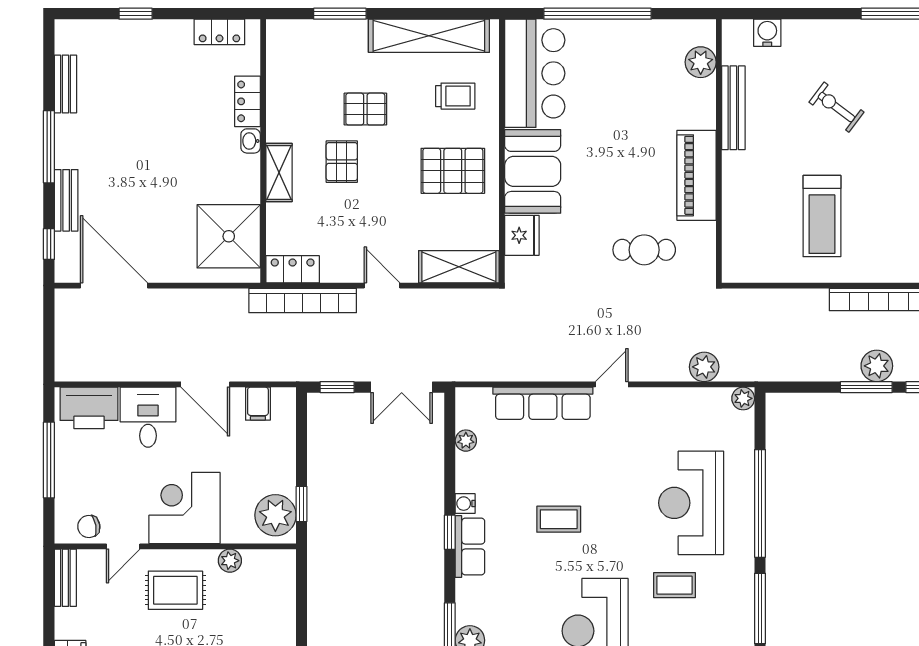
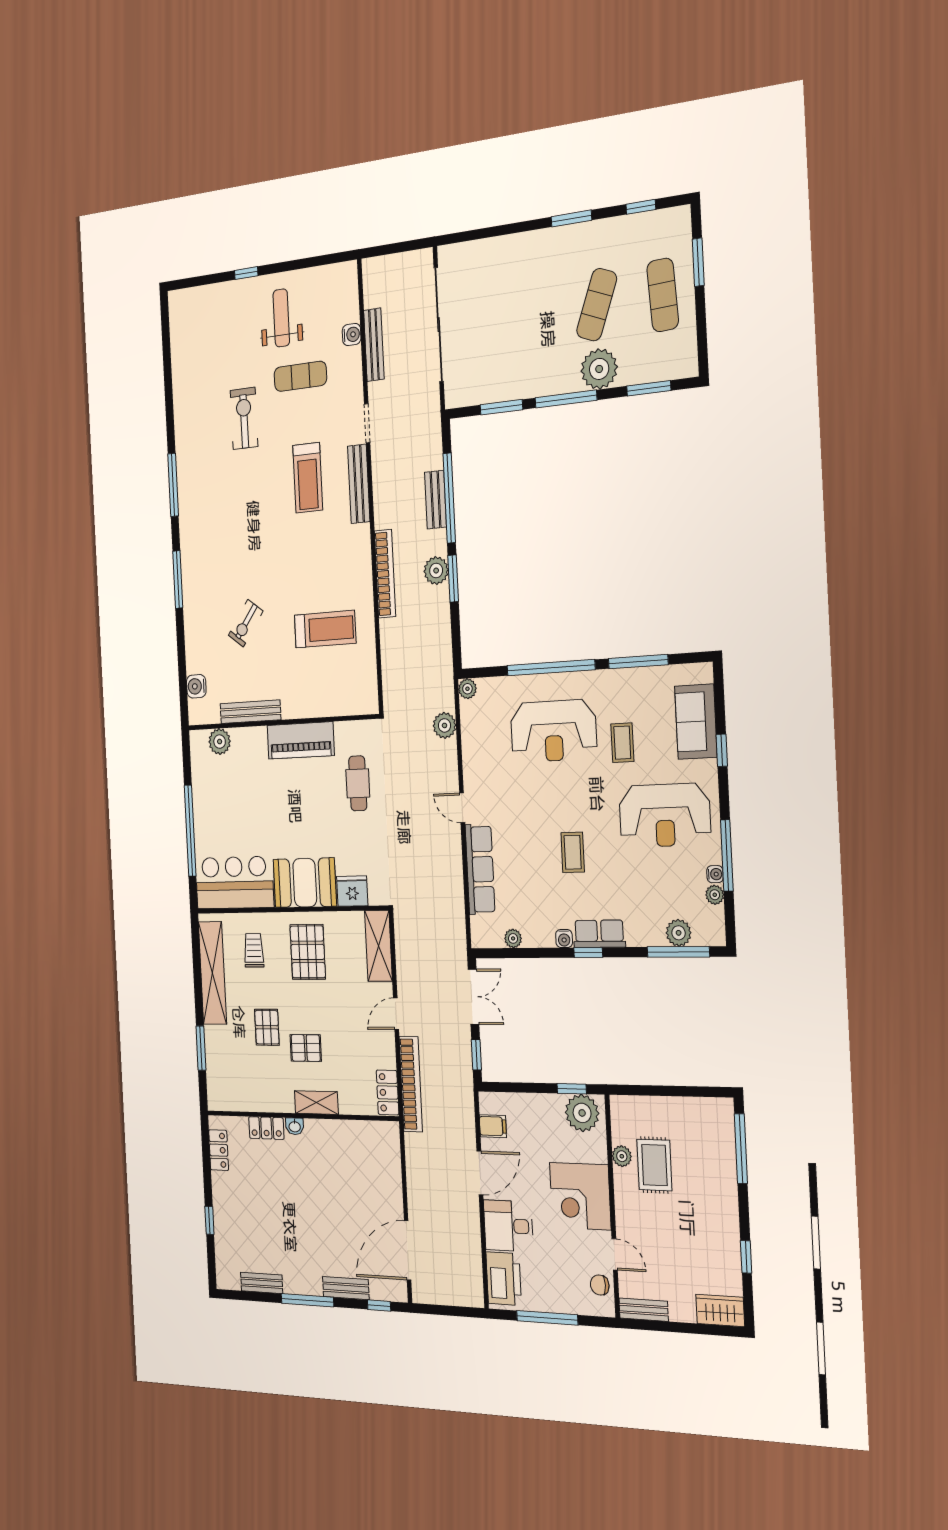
shower: (229, 236) -> (366, 1148), removed
chair: (89, 526) -> (600, 1285), turned 100
rug: (175, 590) -> (654, 1165), moved

